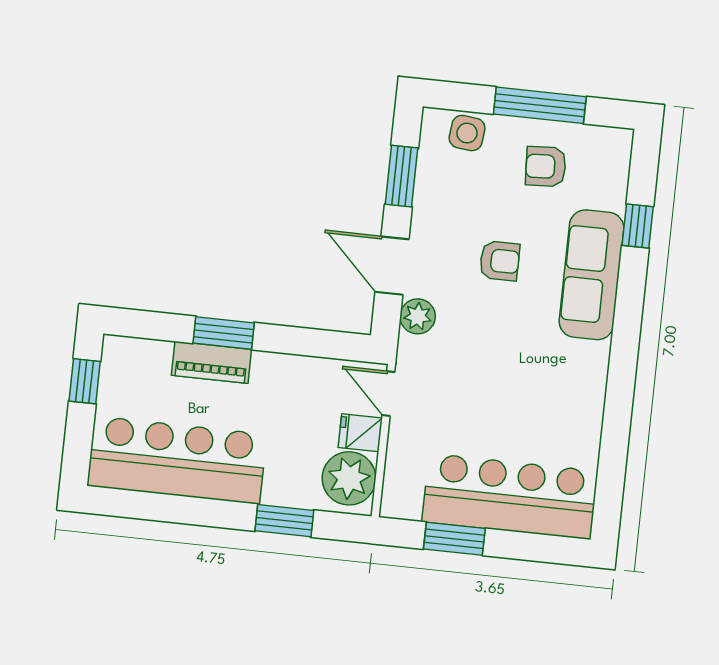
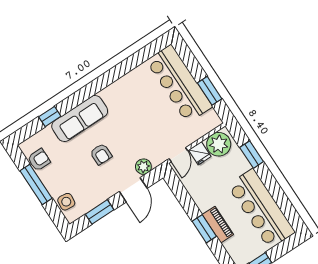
armchair: (546, 167) -> (39, 160), moved, turned -87
armchair: (500, 261) -> (101, 154), turned 180

